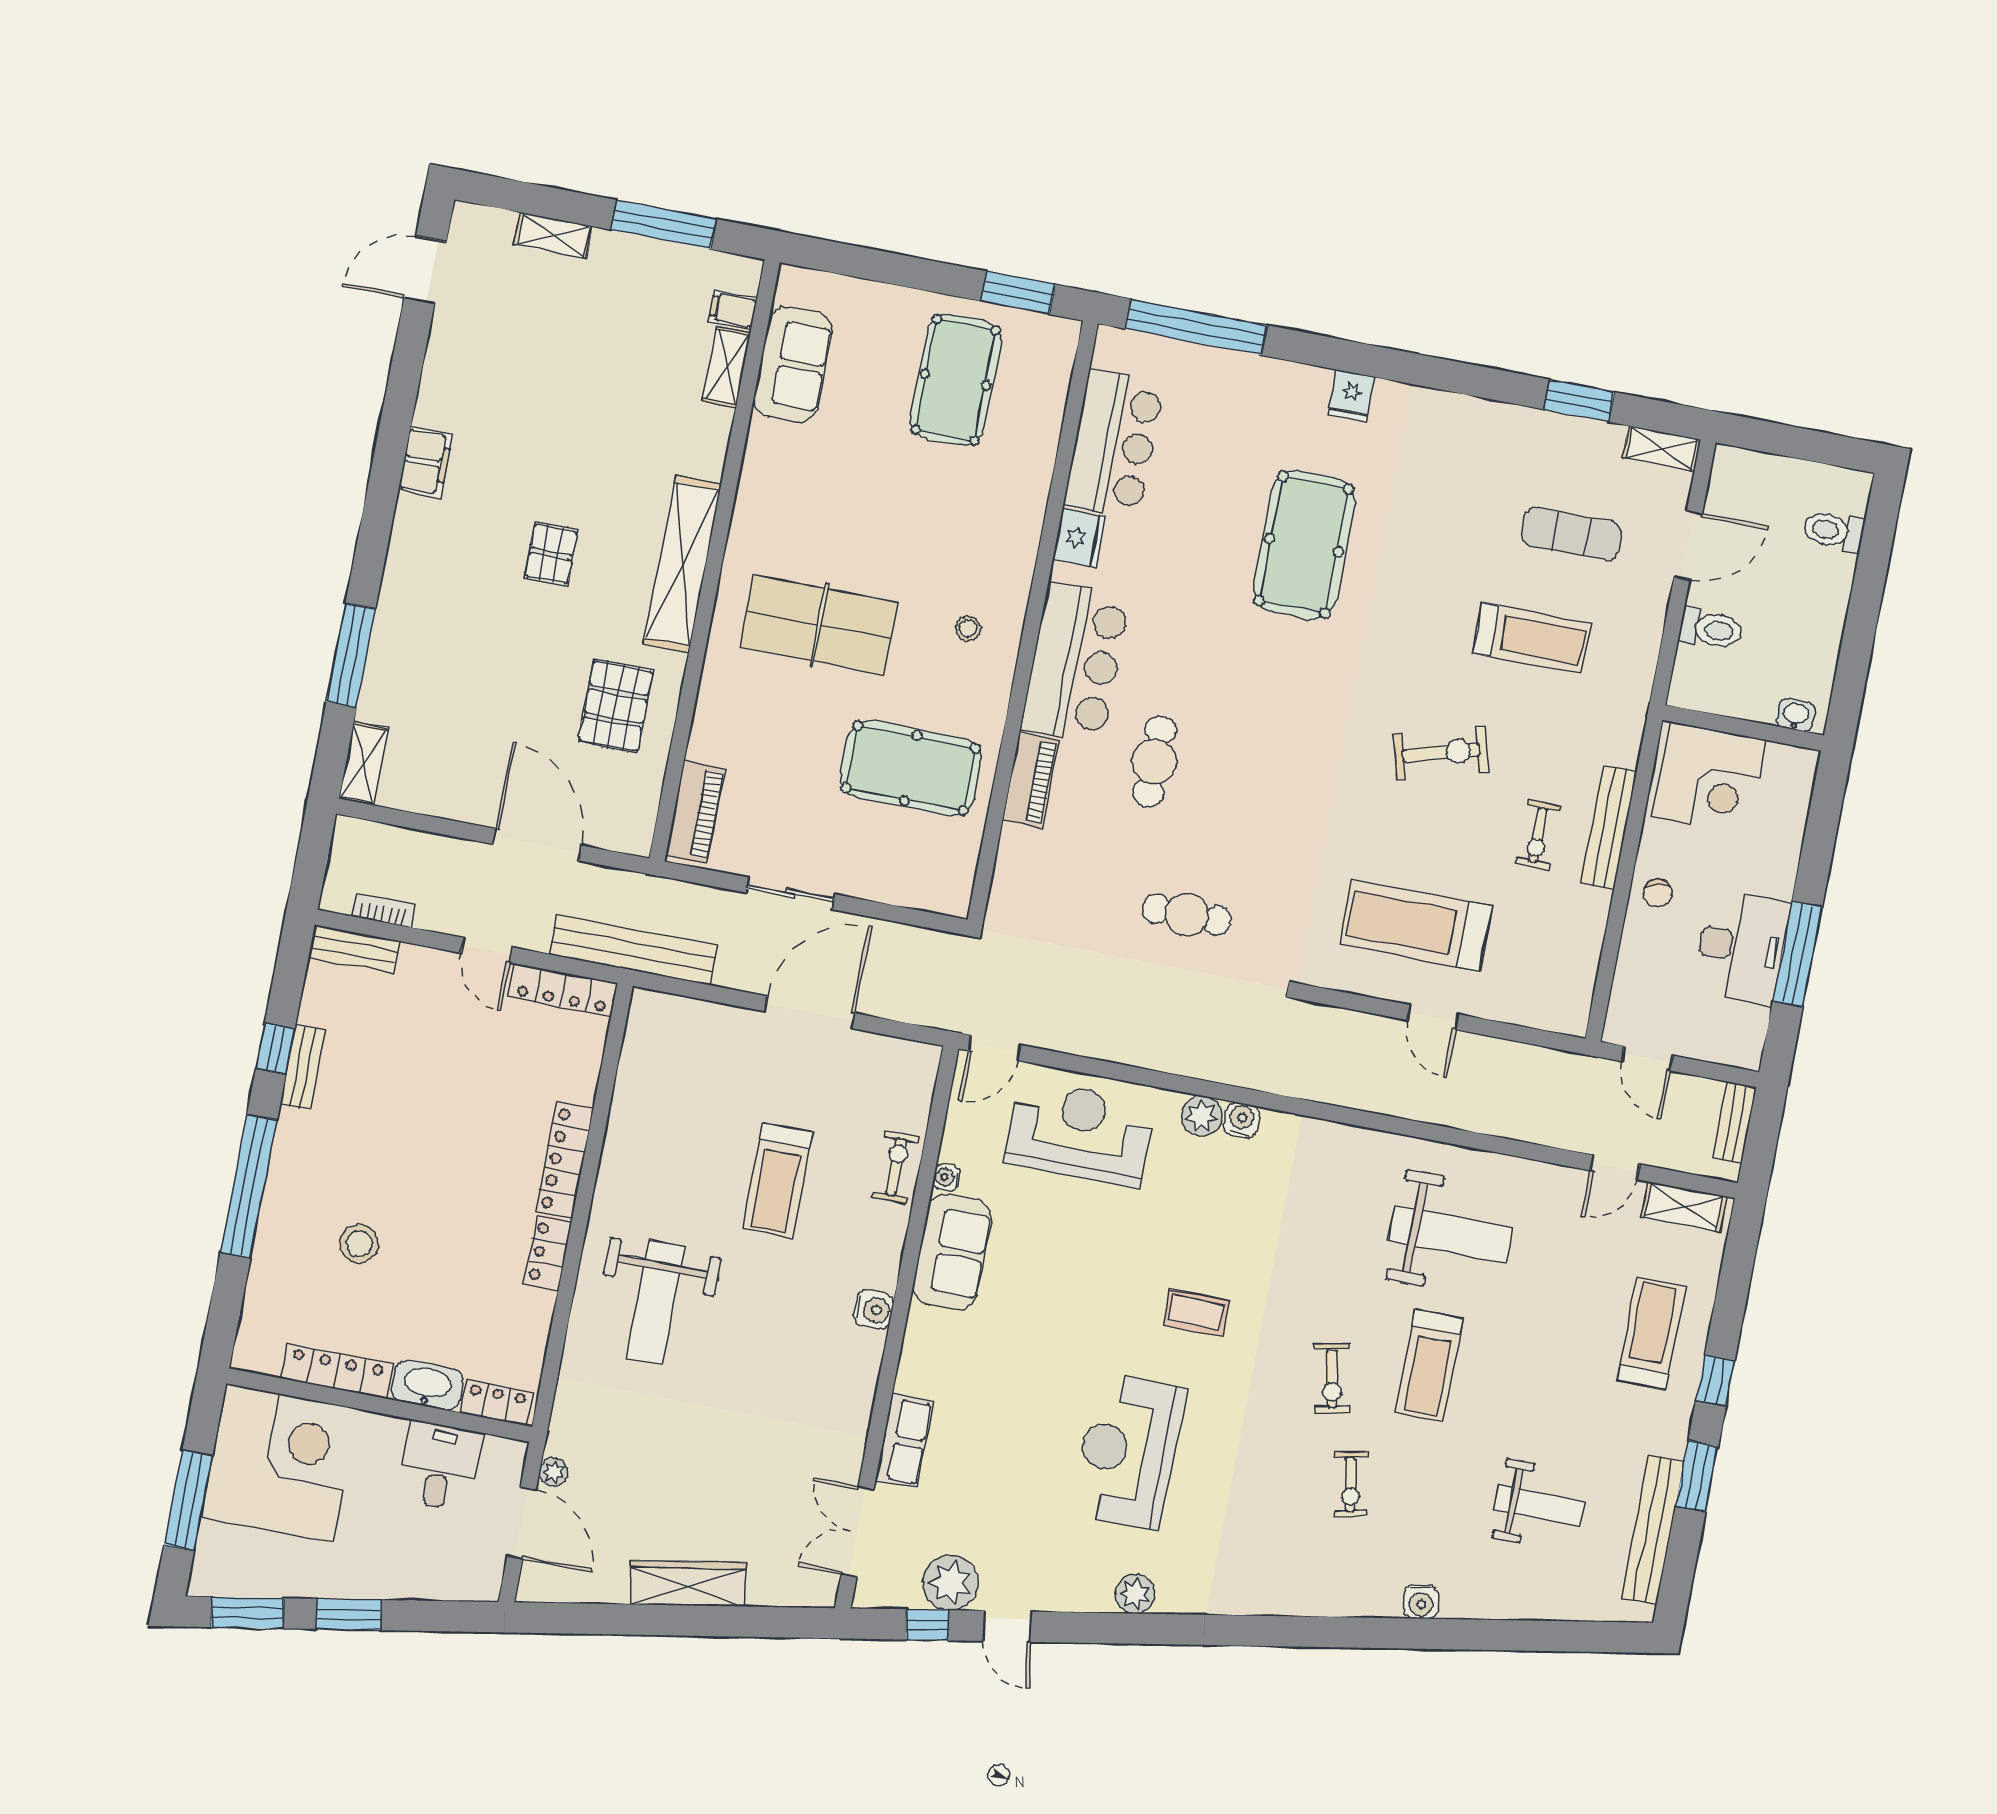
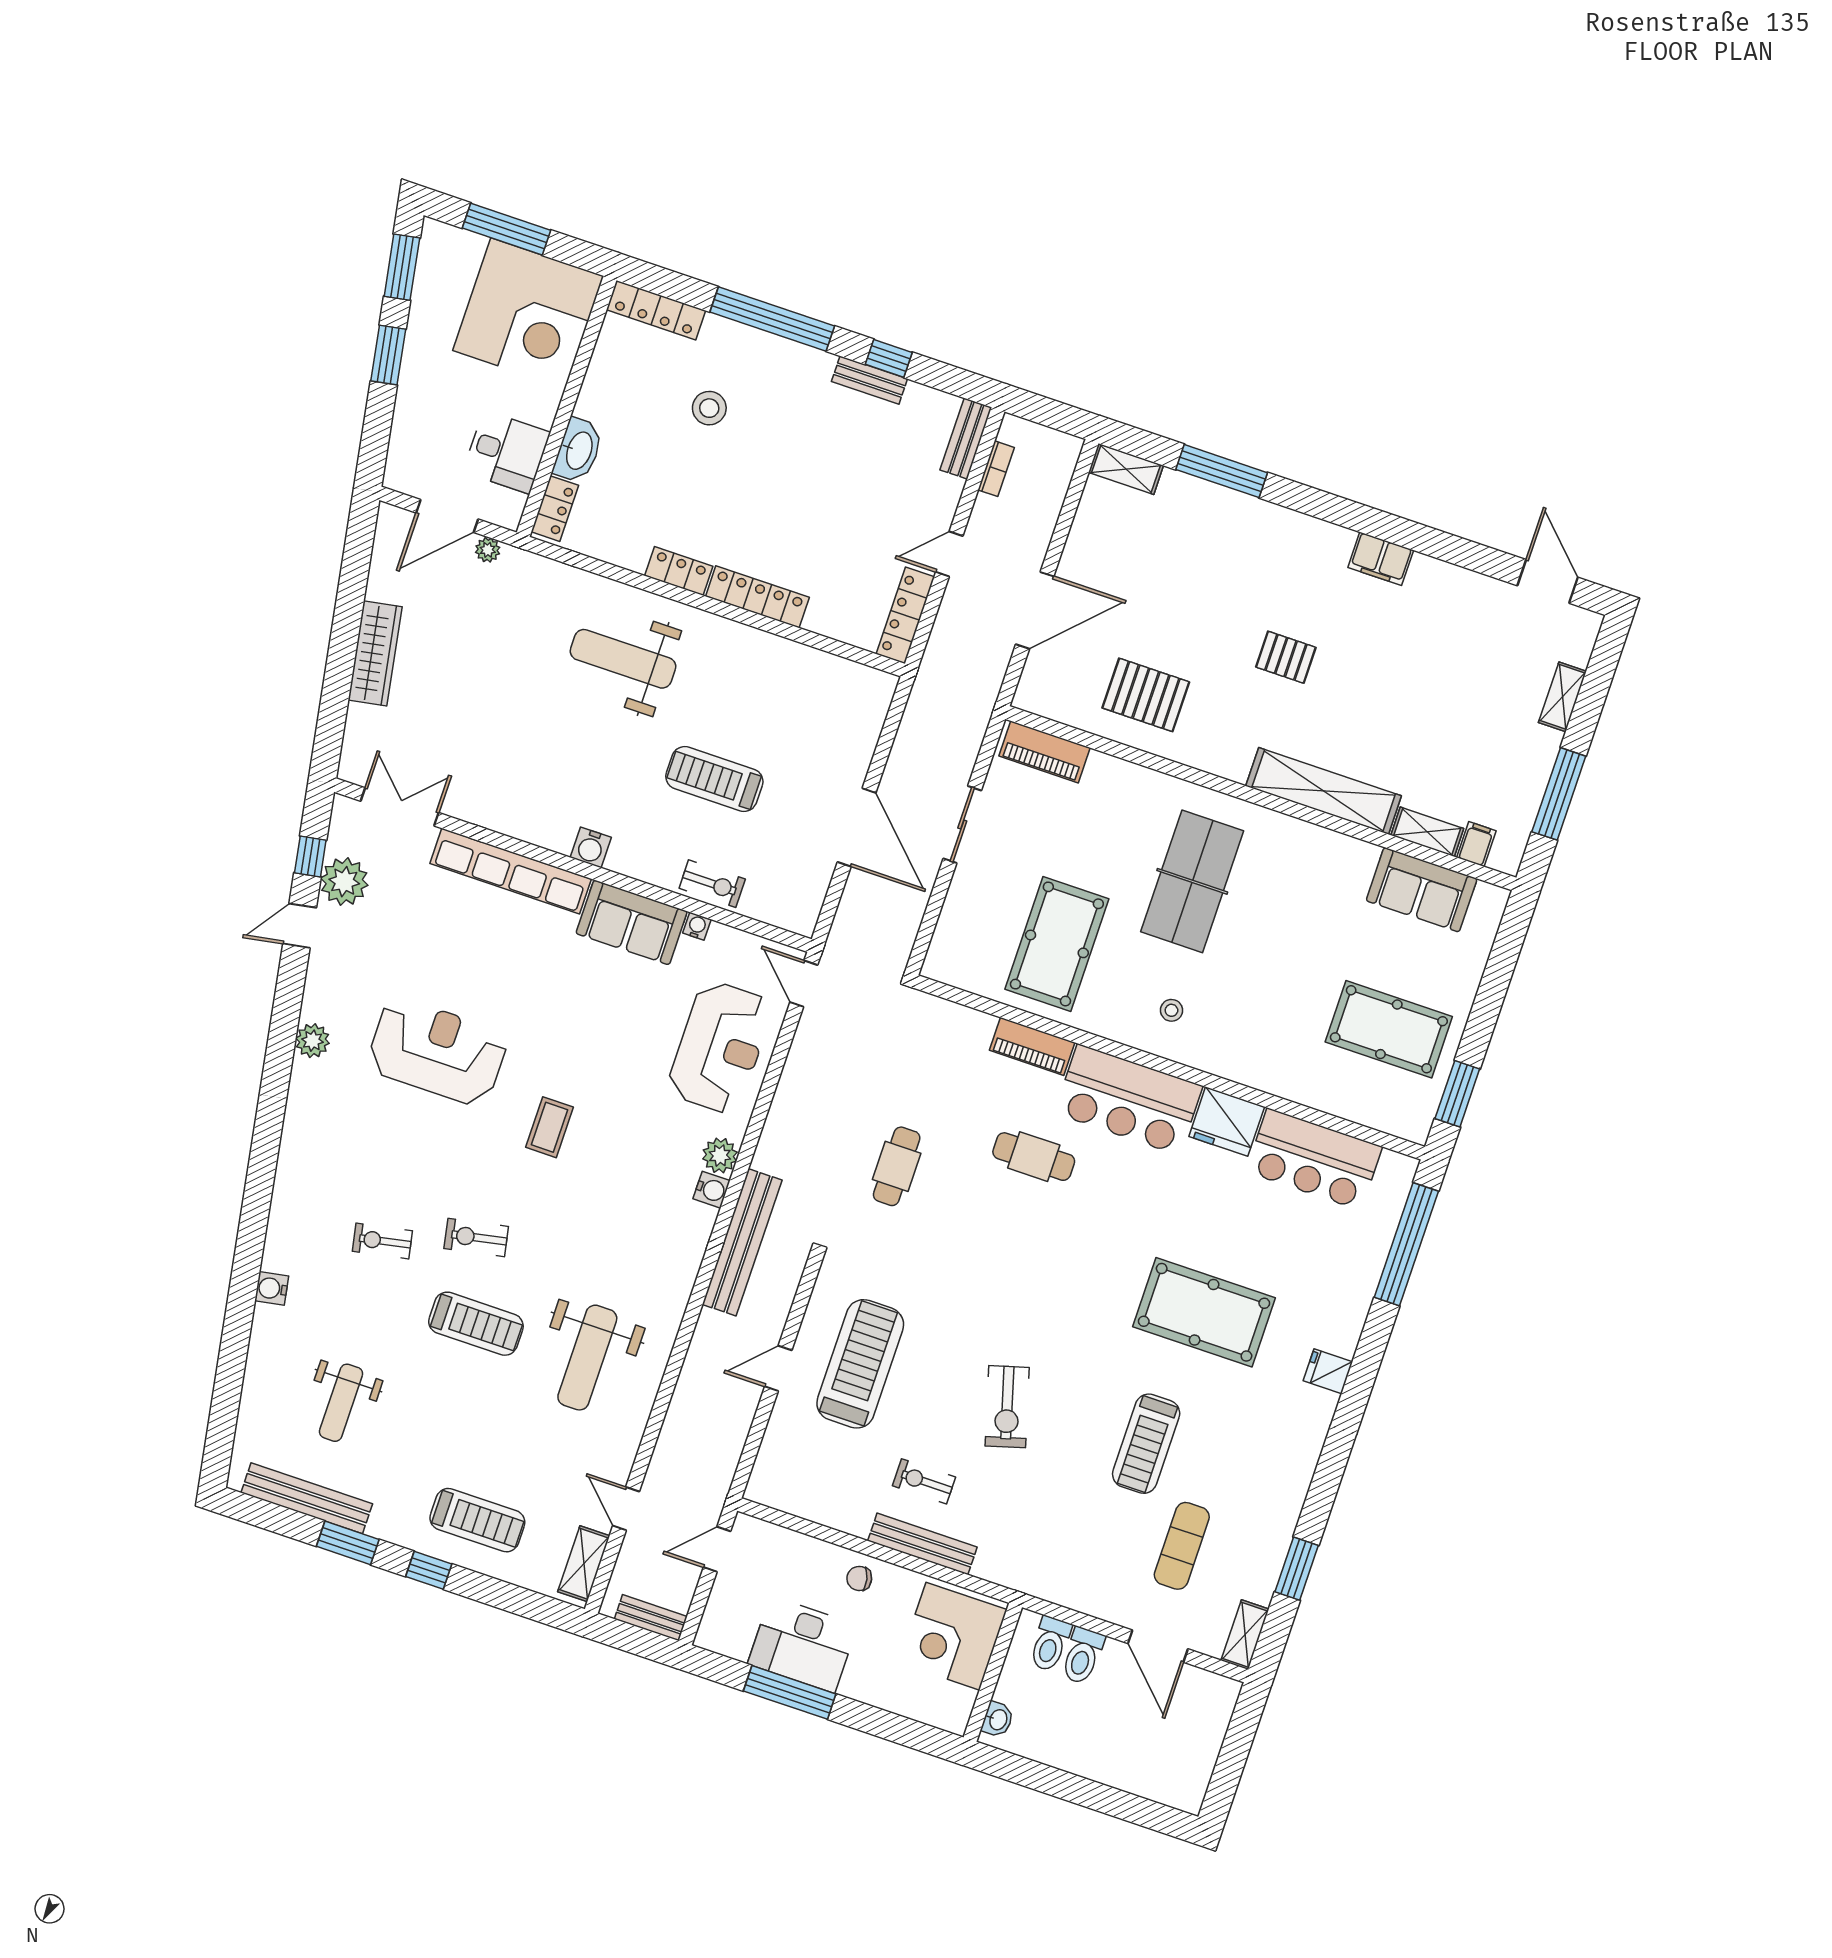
toilet: (1834, 531) -> (1050, 1644), moved, turned 180
fridge: (1079, 538) -> (1227, 1122), width x1.36, depth x1.34
shelving: (682, 564) -> (1324, 791), moved
treadmill: (1532, 638) -> (1146, 1444), moved
bench: (634, 950) -> (742, 1242), moved
treadmill: (1429, 1366) -> (476, 1324), turned 180
locker: (337, 1371) -> (656, 310), moved, turned 90
row of seats: (904, 1441) -> (511, 871), width x2.02

